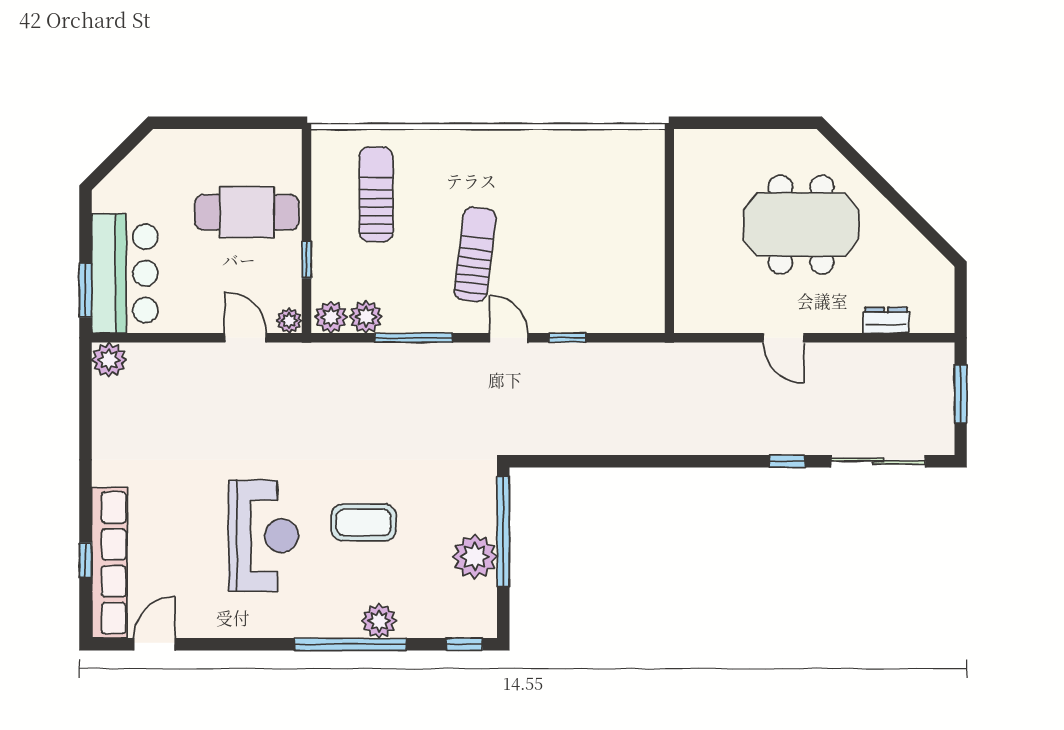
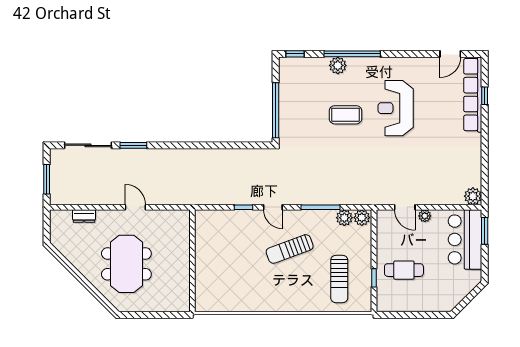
cafe table: (247, 212) -> (404, 270), width x0.73, depth x0.74
meeting table: (801, 225) -> (126, 264), turned 90
sun lounger: (475, 254) -> (290, 249), turned 63
window: (307, 260) -> (374, 278), moved
plant: (289, 321) -> (425, 216), moved
window: (787, 461) -> (133, 145), width x1.50
plant: (475, 557) -> (290, 98), removed

